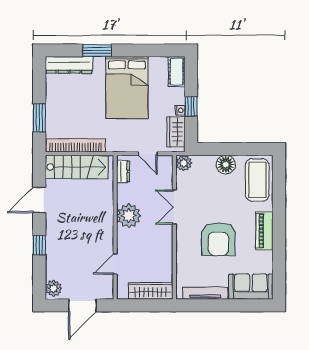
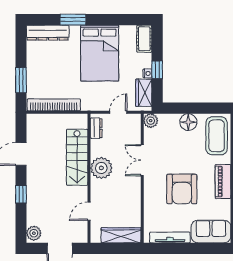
door: (148, 154) -> (118, 112), swing flipped
stairs: (77, 167) -> (77, 157), moved, turned 90

